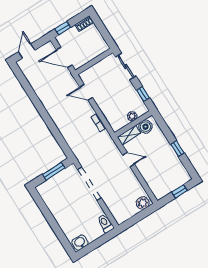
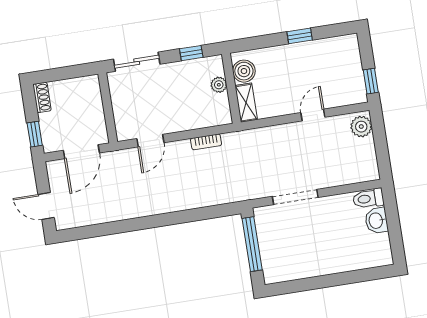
door: (129, 160) -> (313, 115), moved
window: (54, 171) -> (252, 244), width x1.44
doorway: (89, 184) -> (295, 197), width x0.73
window: (180, 191) -> (371, 81), moved
washbasin: (80, 243) -> (376, 221), moved

